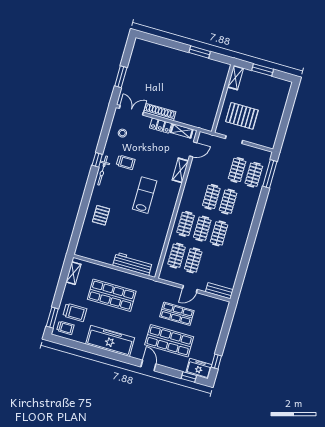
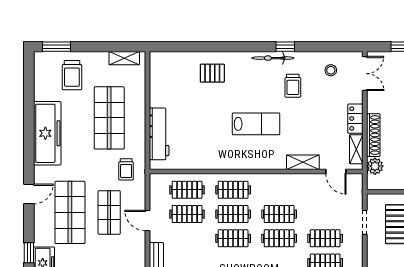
shoe rack: (160, 112) -> (373, 135), moved
plant: (197, 121) -> (375, 166), added
trolley: (65, 328) -> (126, 169), moved

